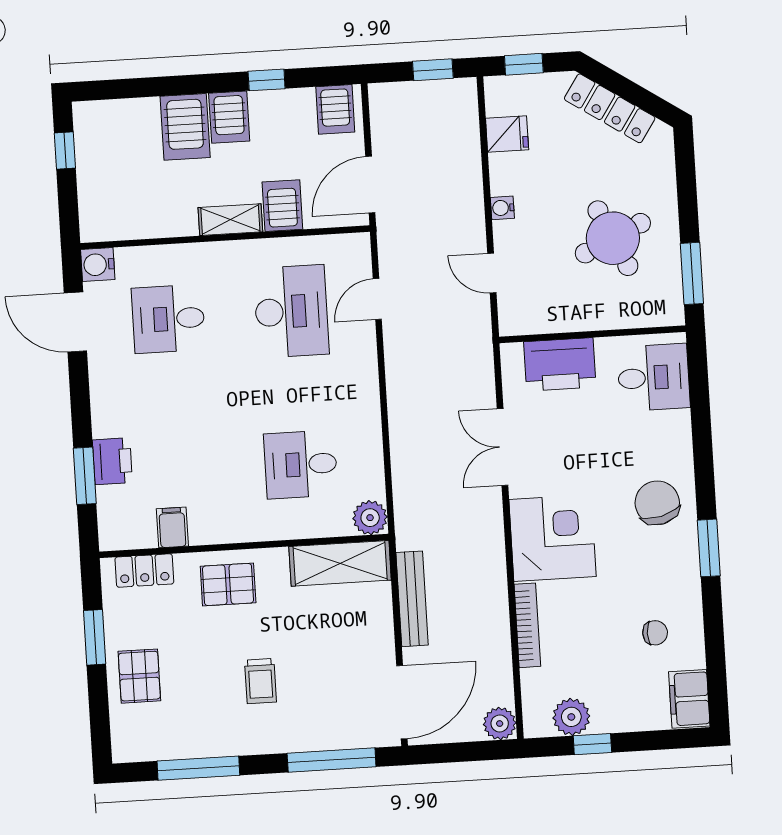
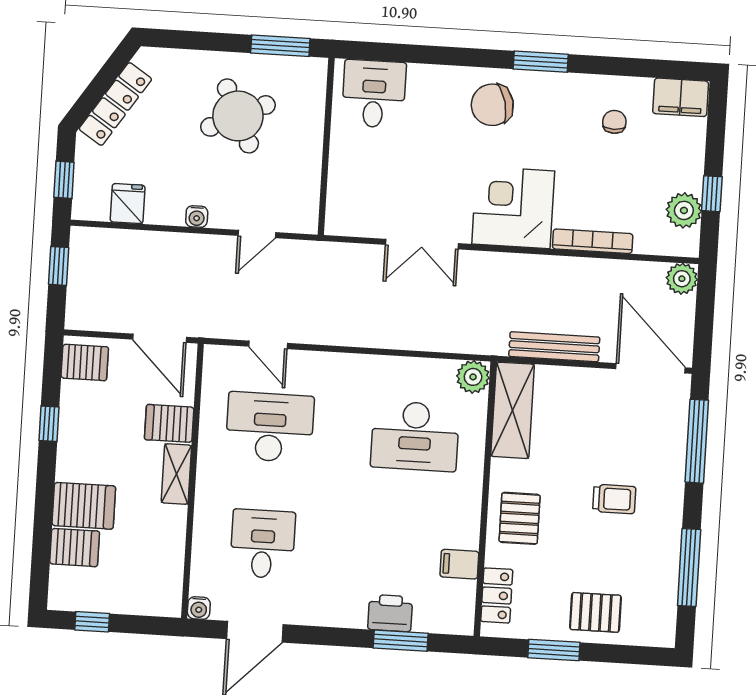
server rack: (229, 117) -> (75, 548), moved
water cooler: (98, 265) -> (199, 608), width x0.72, depth x0.72
desk: (168, 319) -> (263, 544), turned 180
printer: (560, 364) -> (351, 181), removed
desk: (301, 464) -> (415, 436), width x1.37

